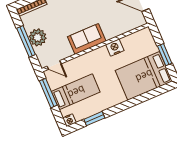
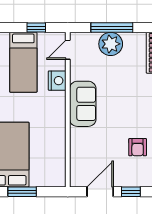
nightstand: (115, 48) -> (57, 81), moved
window: (48, 93) -> (36, 28), width x0.46

